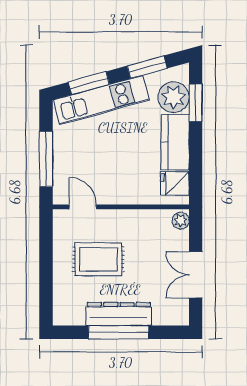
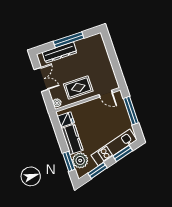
rug: (98, 259) -> (78, 87), moved
dresser: (119, 314) -> (60, 52), moved

